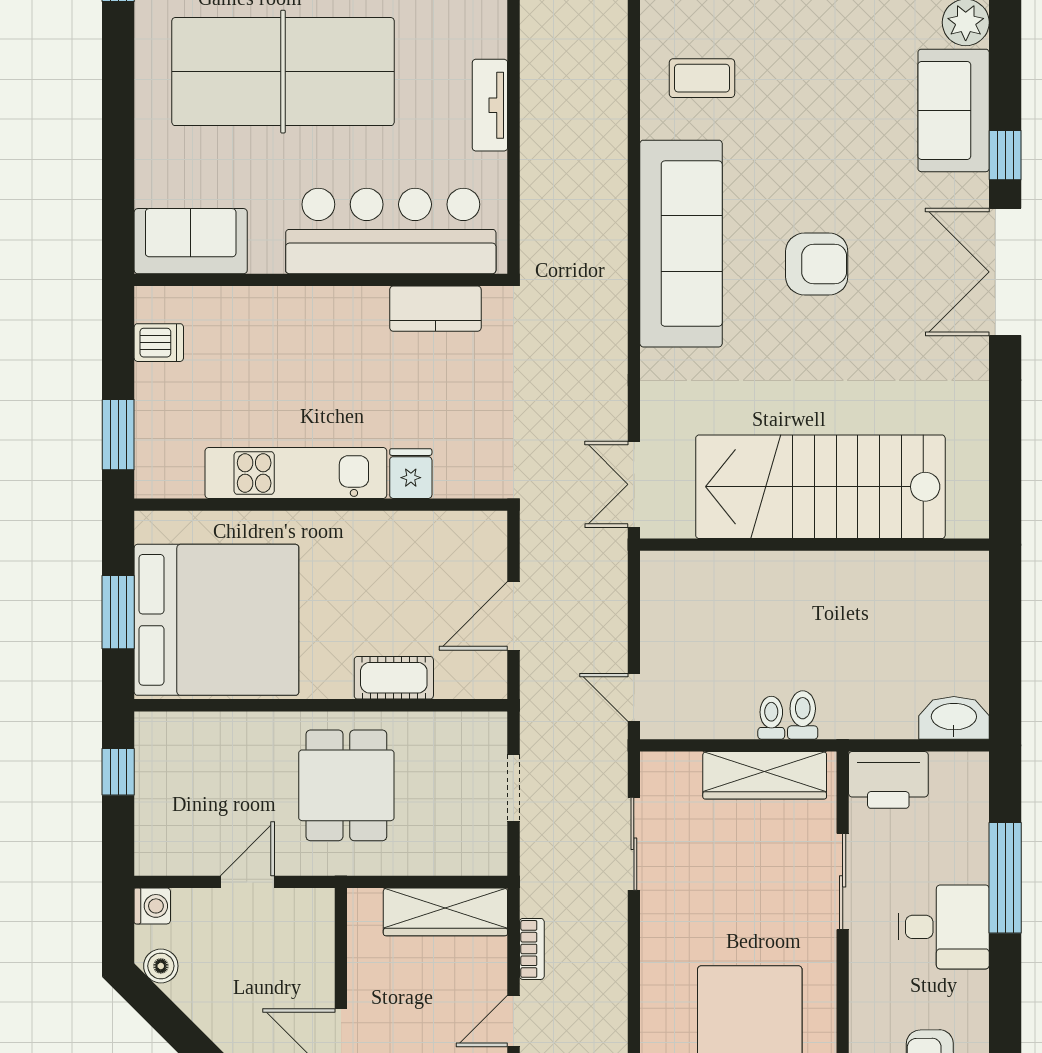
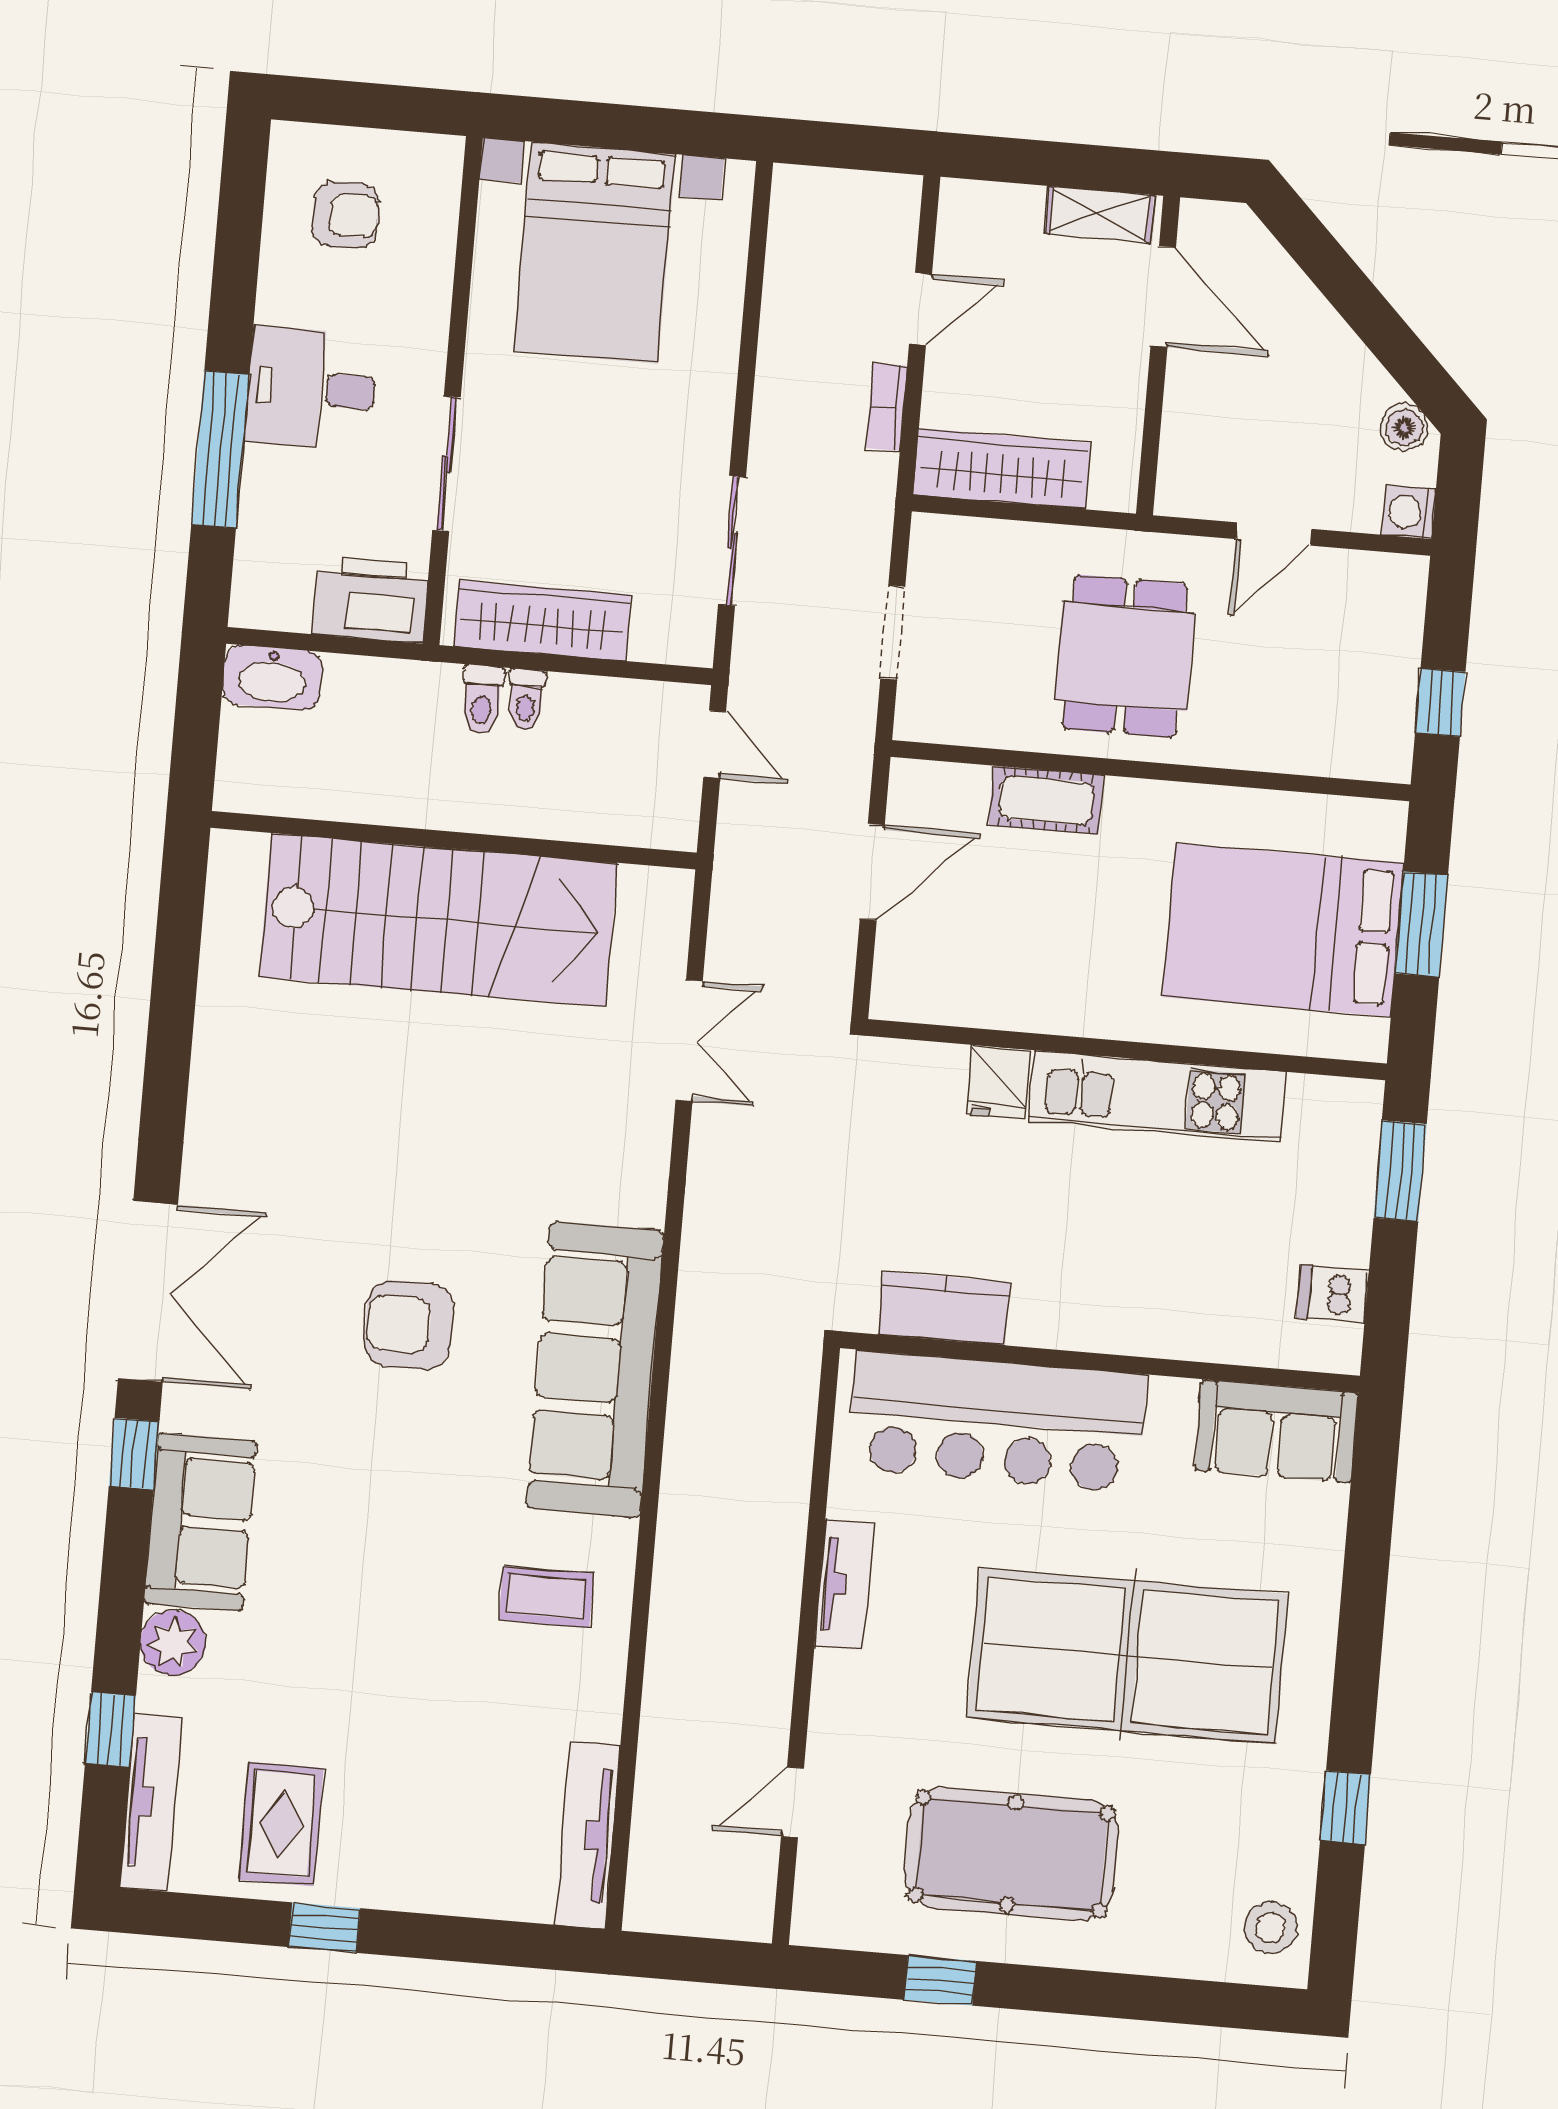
stairs: (820, 487) -> (438, 920), moved
wall: (815, 545) -> (454, 840), moved
bed: (216, 620) -> (1283, 930), width x0.73

